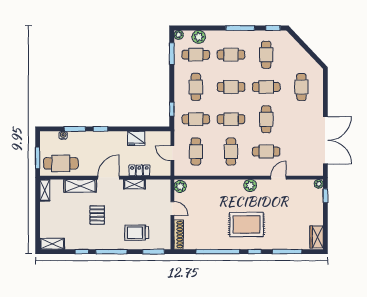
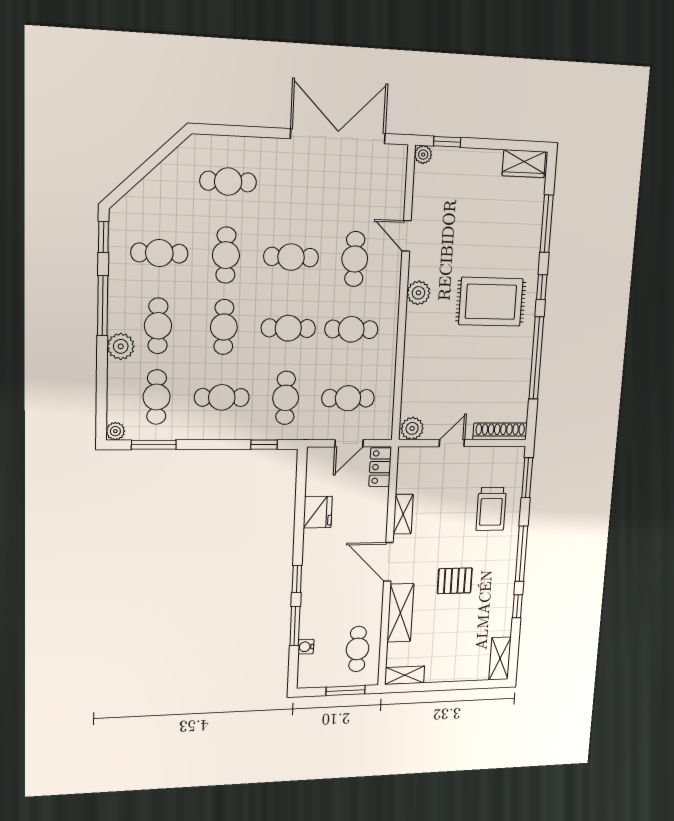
plant: (199, 37) -> (121, 346), moved
cafe table: (231, 119) -> (288, 328), turned 90
cafe table: (61, 163) -> (358, 649), width x0.73, depth x0.74
locker: (139, 170) -> (380, 467), moved
rug: (247, 224) -> (491, 302), turned 90

